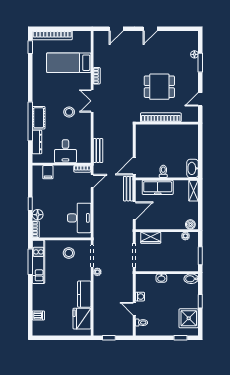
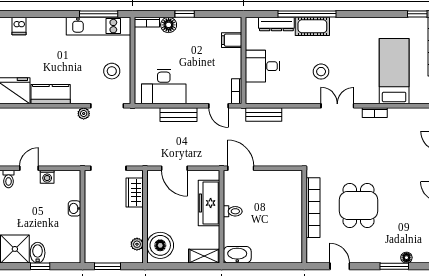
bench: (128, 189) -> (178, 115), moved
boiler: (190, 224) -> (160, 245), width x1.86, depth x1.86
bidet: (191, 279) -> (38, 253), moved

